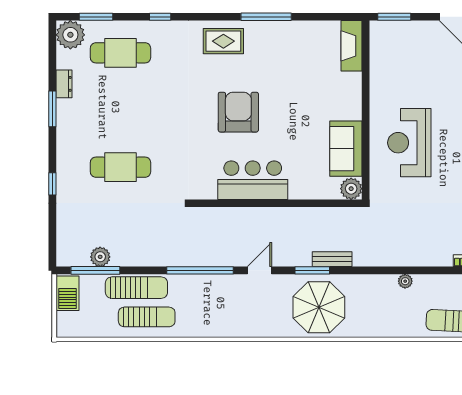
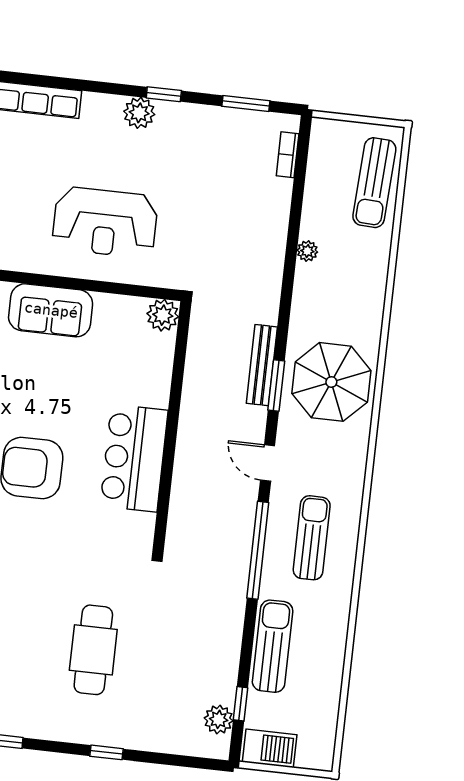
sofa: (346, 149) -> (51, 310), moved
plant: (100, 257) -> (219, 719), moved
bench: (332, 259) -> (262, 365), width x1.36
window: (95, 270) -> (241, 704), width x0.46
sun lounger: (147, 317) -> (312, 538), moved

